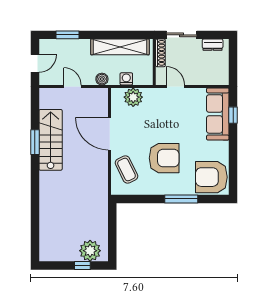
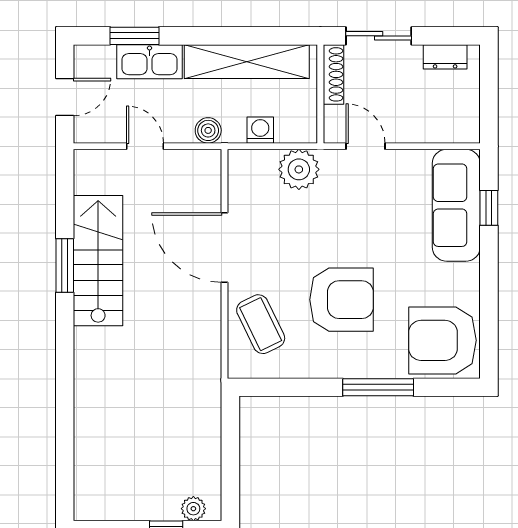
kitchen sink: (75, 47) -> (149, 62), added
plant: (133, 97) -> (299, 169), moved
plant: (90, 251) -> (193, 509), width x0.53, depth x0.53

